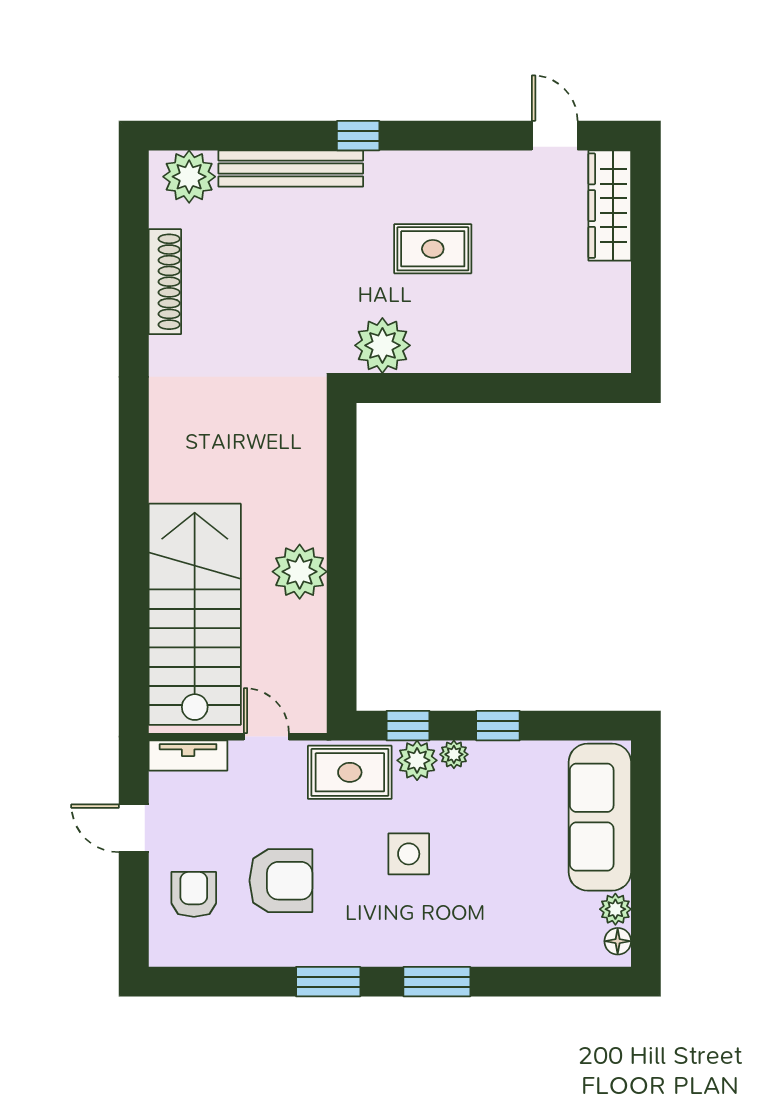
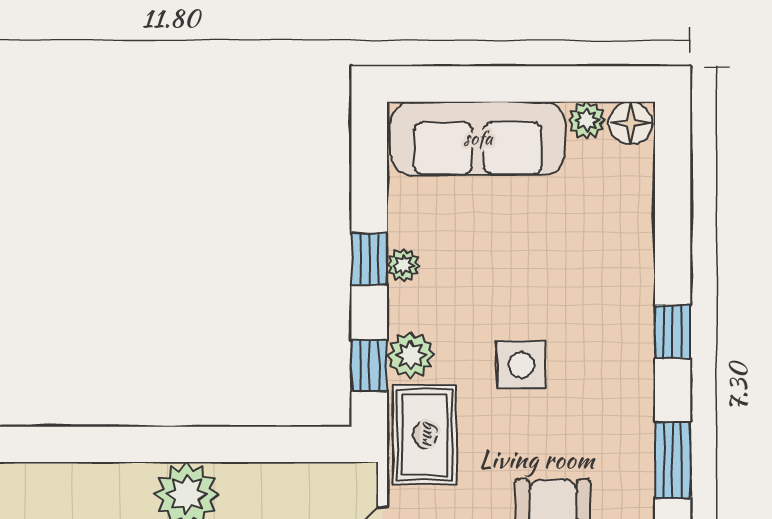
plant: (454, 754) -> (403, 265), moved
floor lamp: (618, 941) -> (631, 123), width x1.37, depth x1.37
window: (437, 982) -> (673, 332), width x0.67

